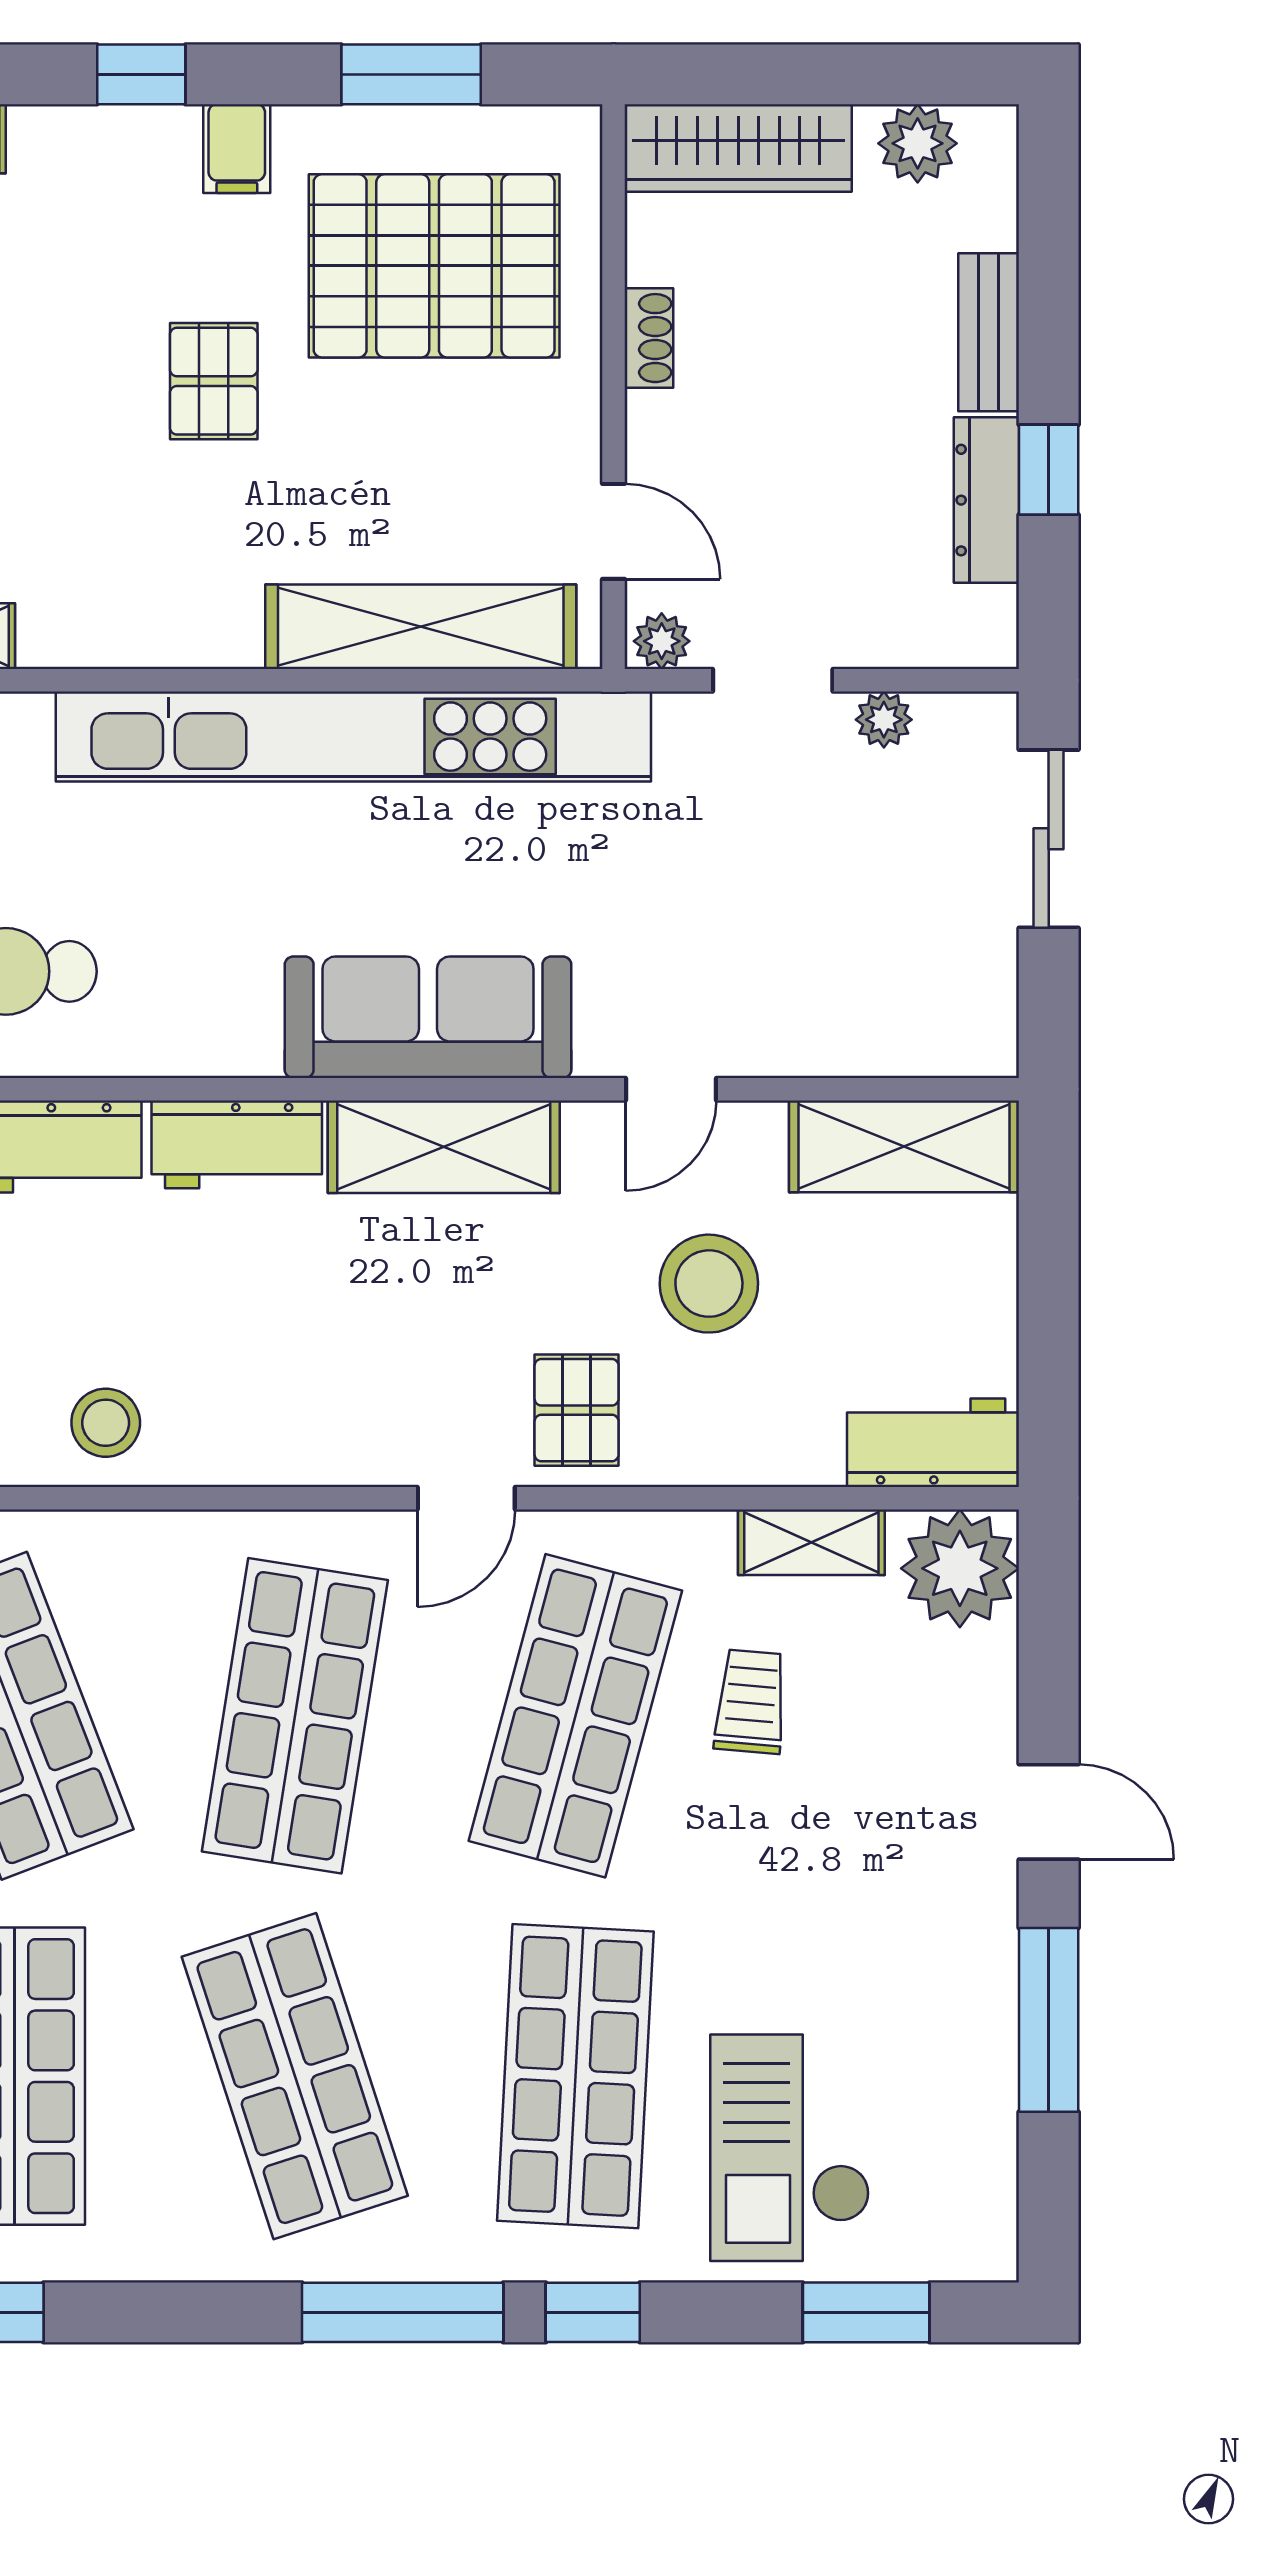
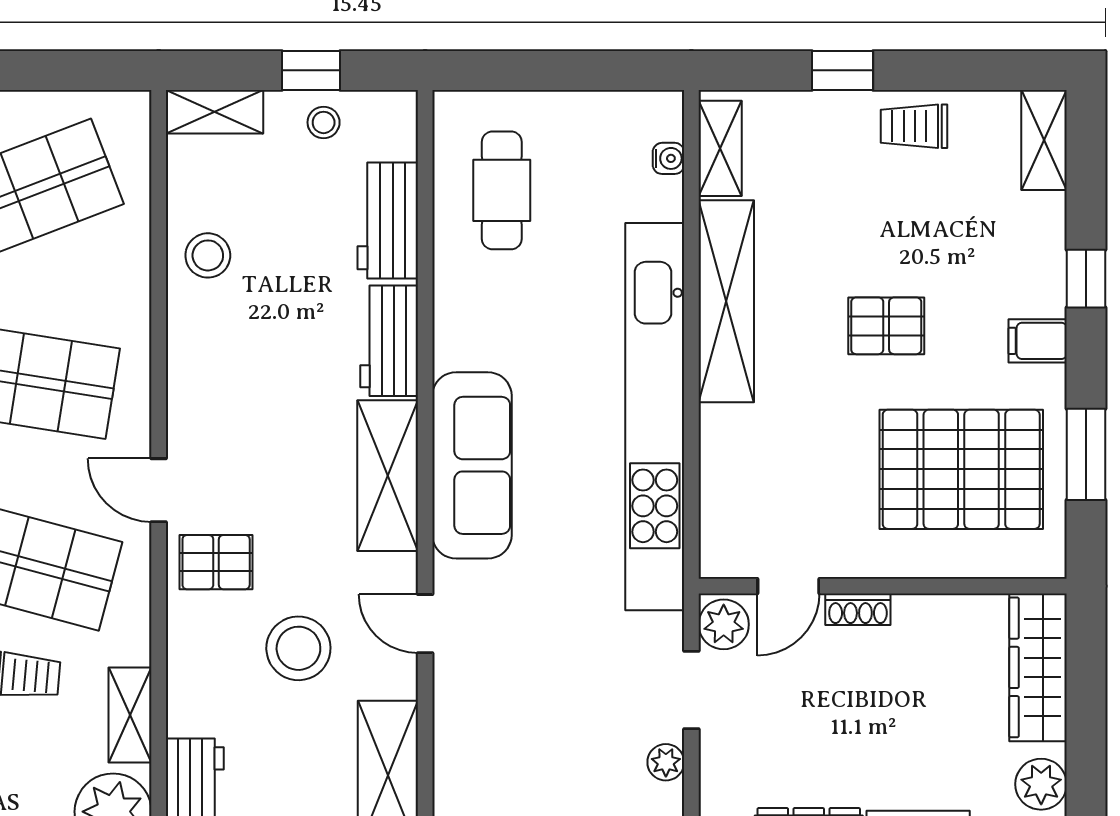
pallet: (434, 266) -> (961, 469), turned 90
shoe rack: (649, 338) -> (858, 609), moved
shelving: (421, 627) -> (726, 301), moved
plant: (662, 641) -> (724, 624), width x1.38, depth x1.38

